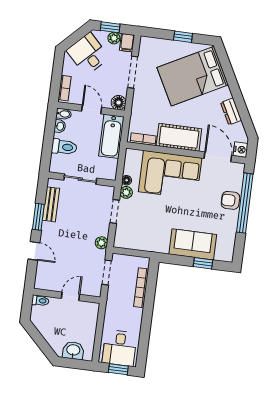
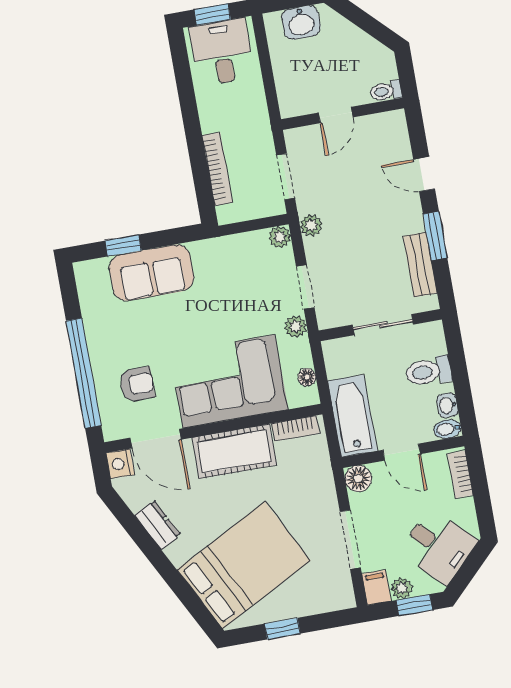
floor lamp: (127, 180) -> (307, 377), moved
armchair: (230, 200) -> (137, 384), moved
plant: (120, 242) -> (280, 237), added

